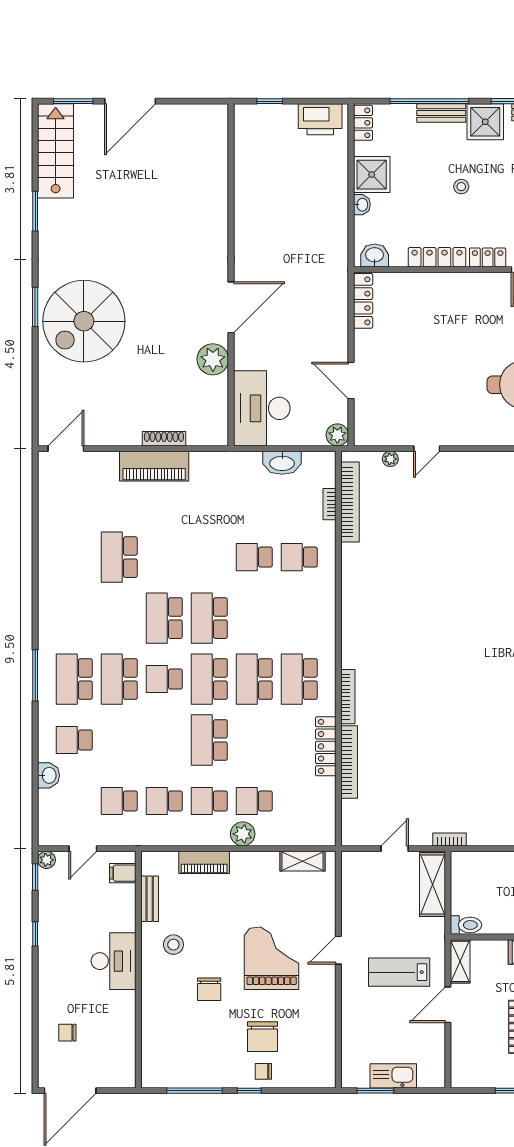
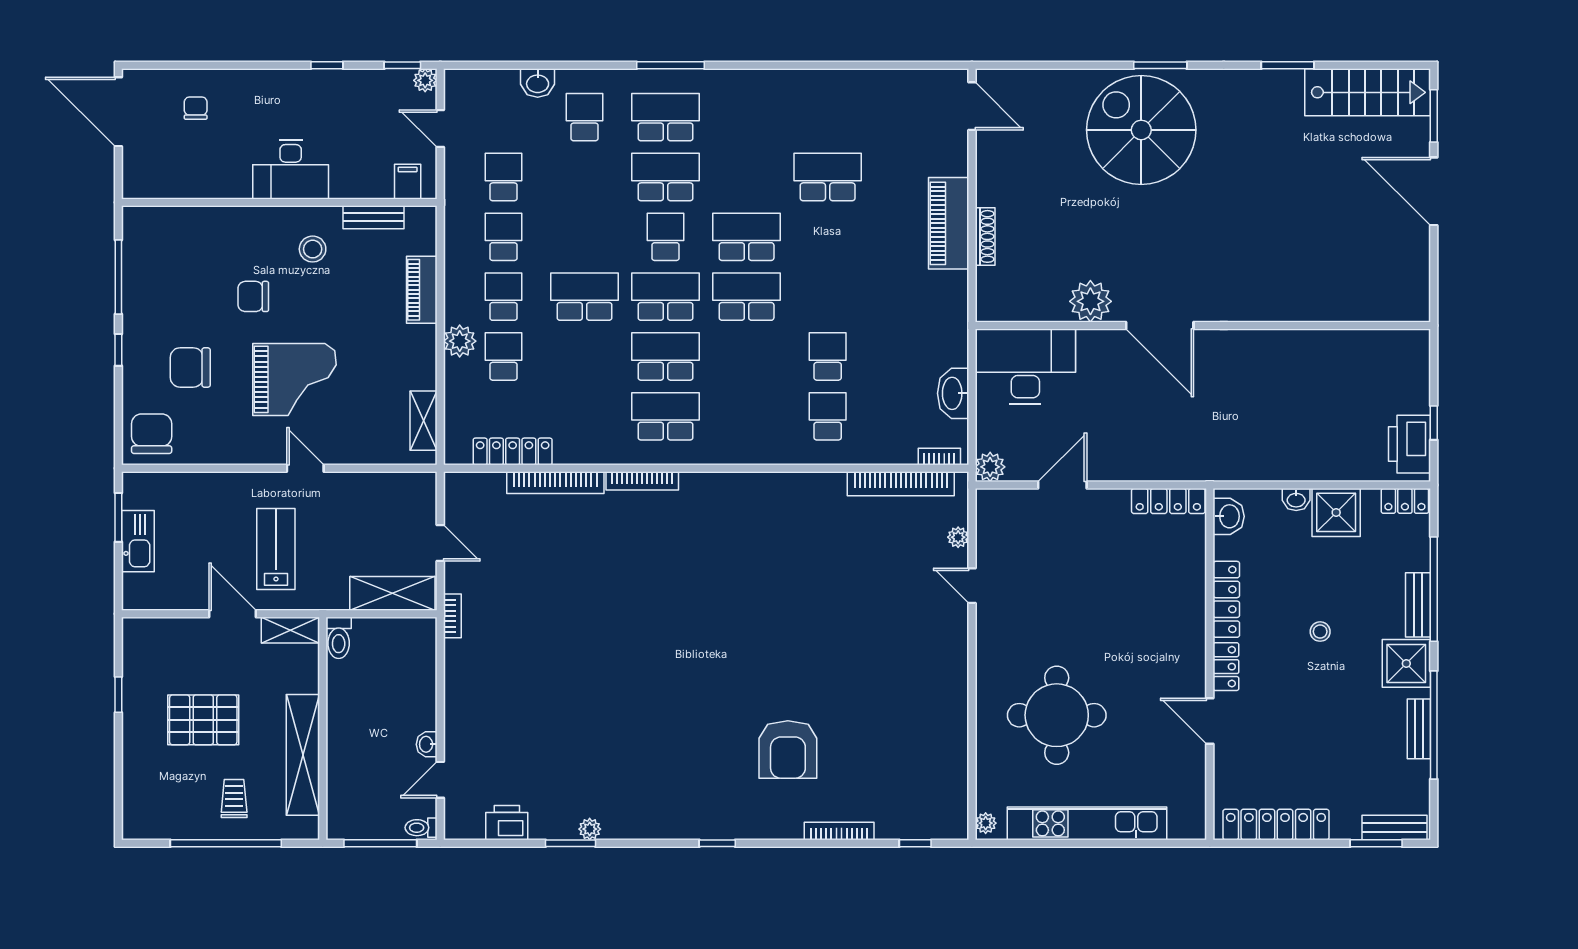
window: (270, 101) -> (1434, 423), moved
bookcase: (330, 504) -> (939, 457), moved
locker: (326, 746) -> (513, 451), moved
chair: (263, 1071) -> (152, 434), moved, width x1.87, depth x1.87

